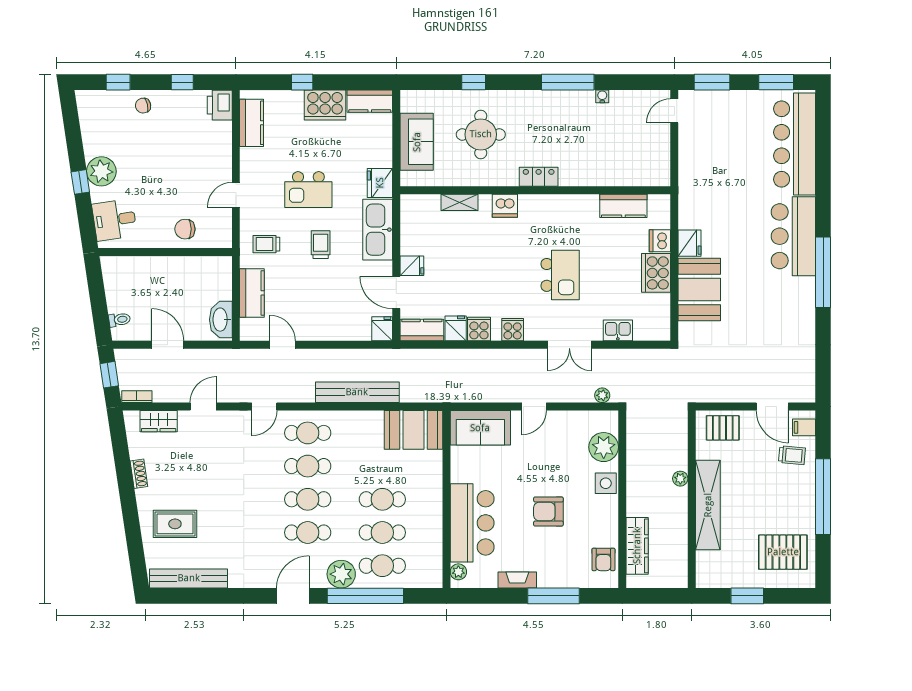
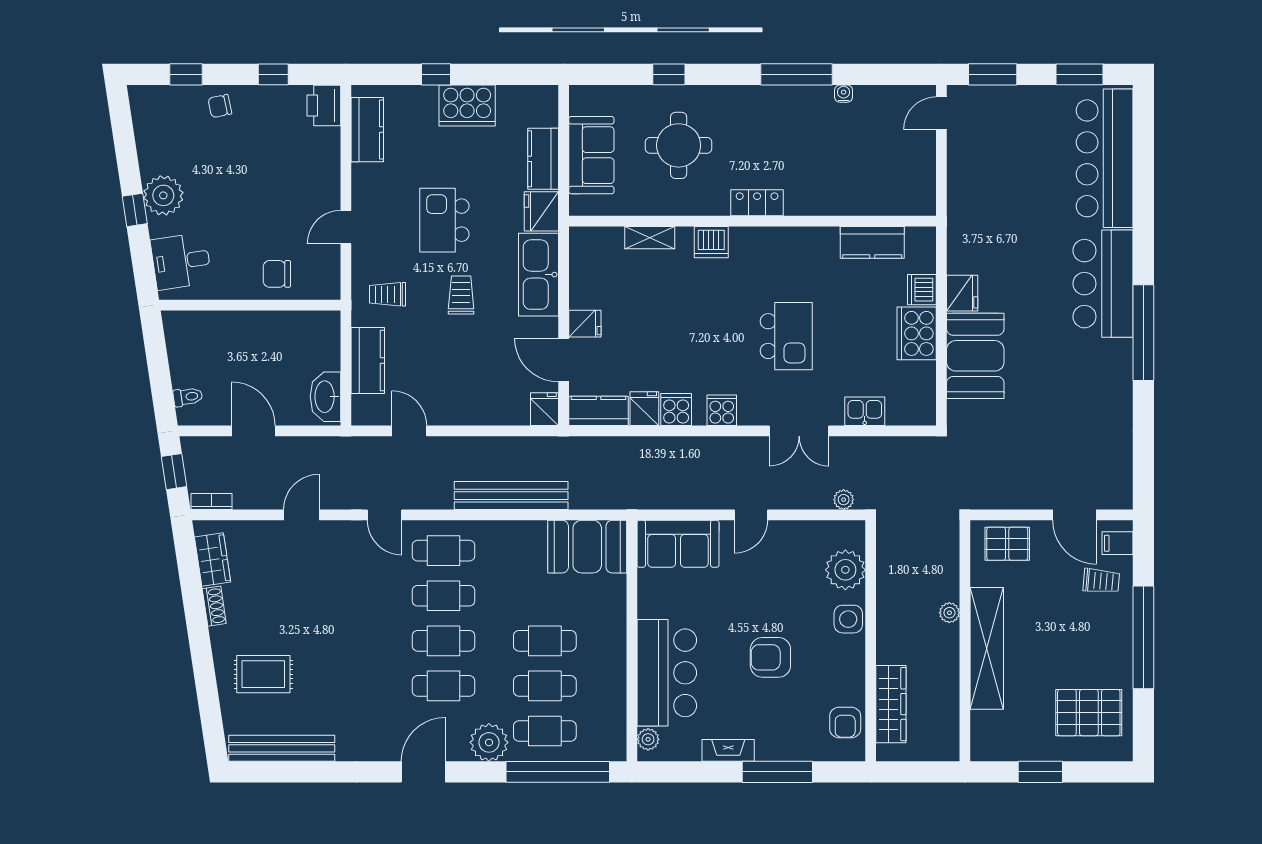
kitchen counter: (370, 101) -> (543, 159), moved, turned 90
kitchen island: (308, 190) -> (444, 220), turned 90
door: (264, 407) -> (385, 515), hinge flipped
wardrobe: (159, 421) -> (213, 560), moved, turned -99
window: (365, 596) -> (558, 772), moved

